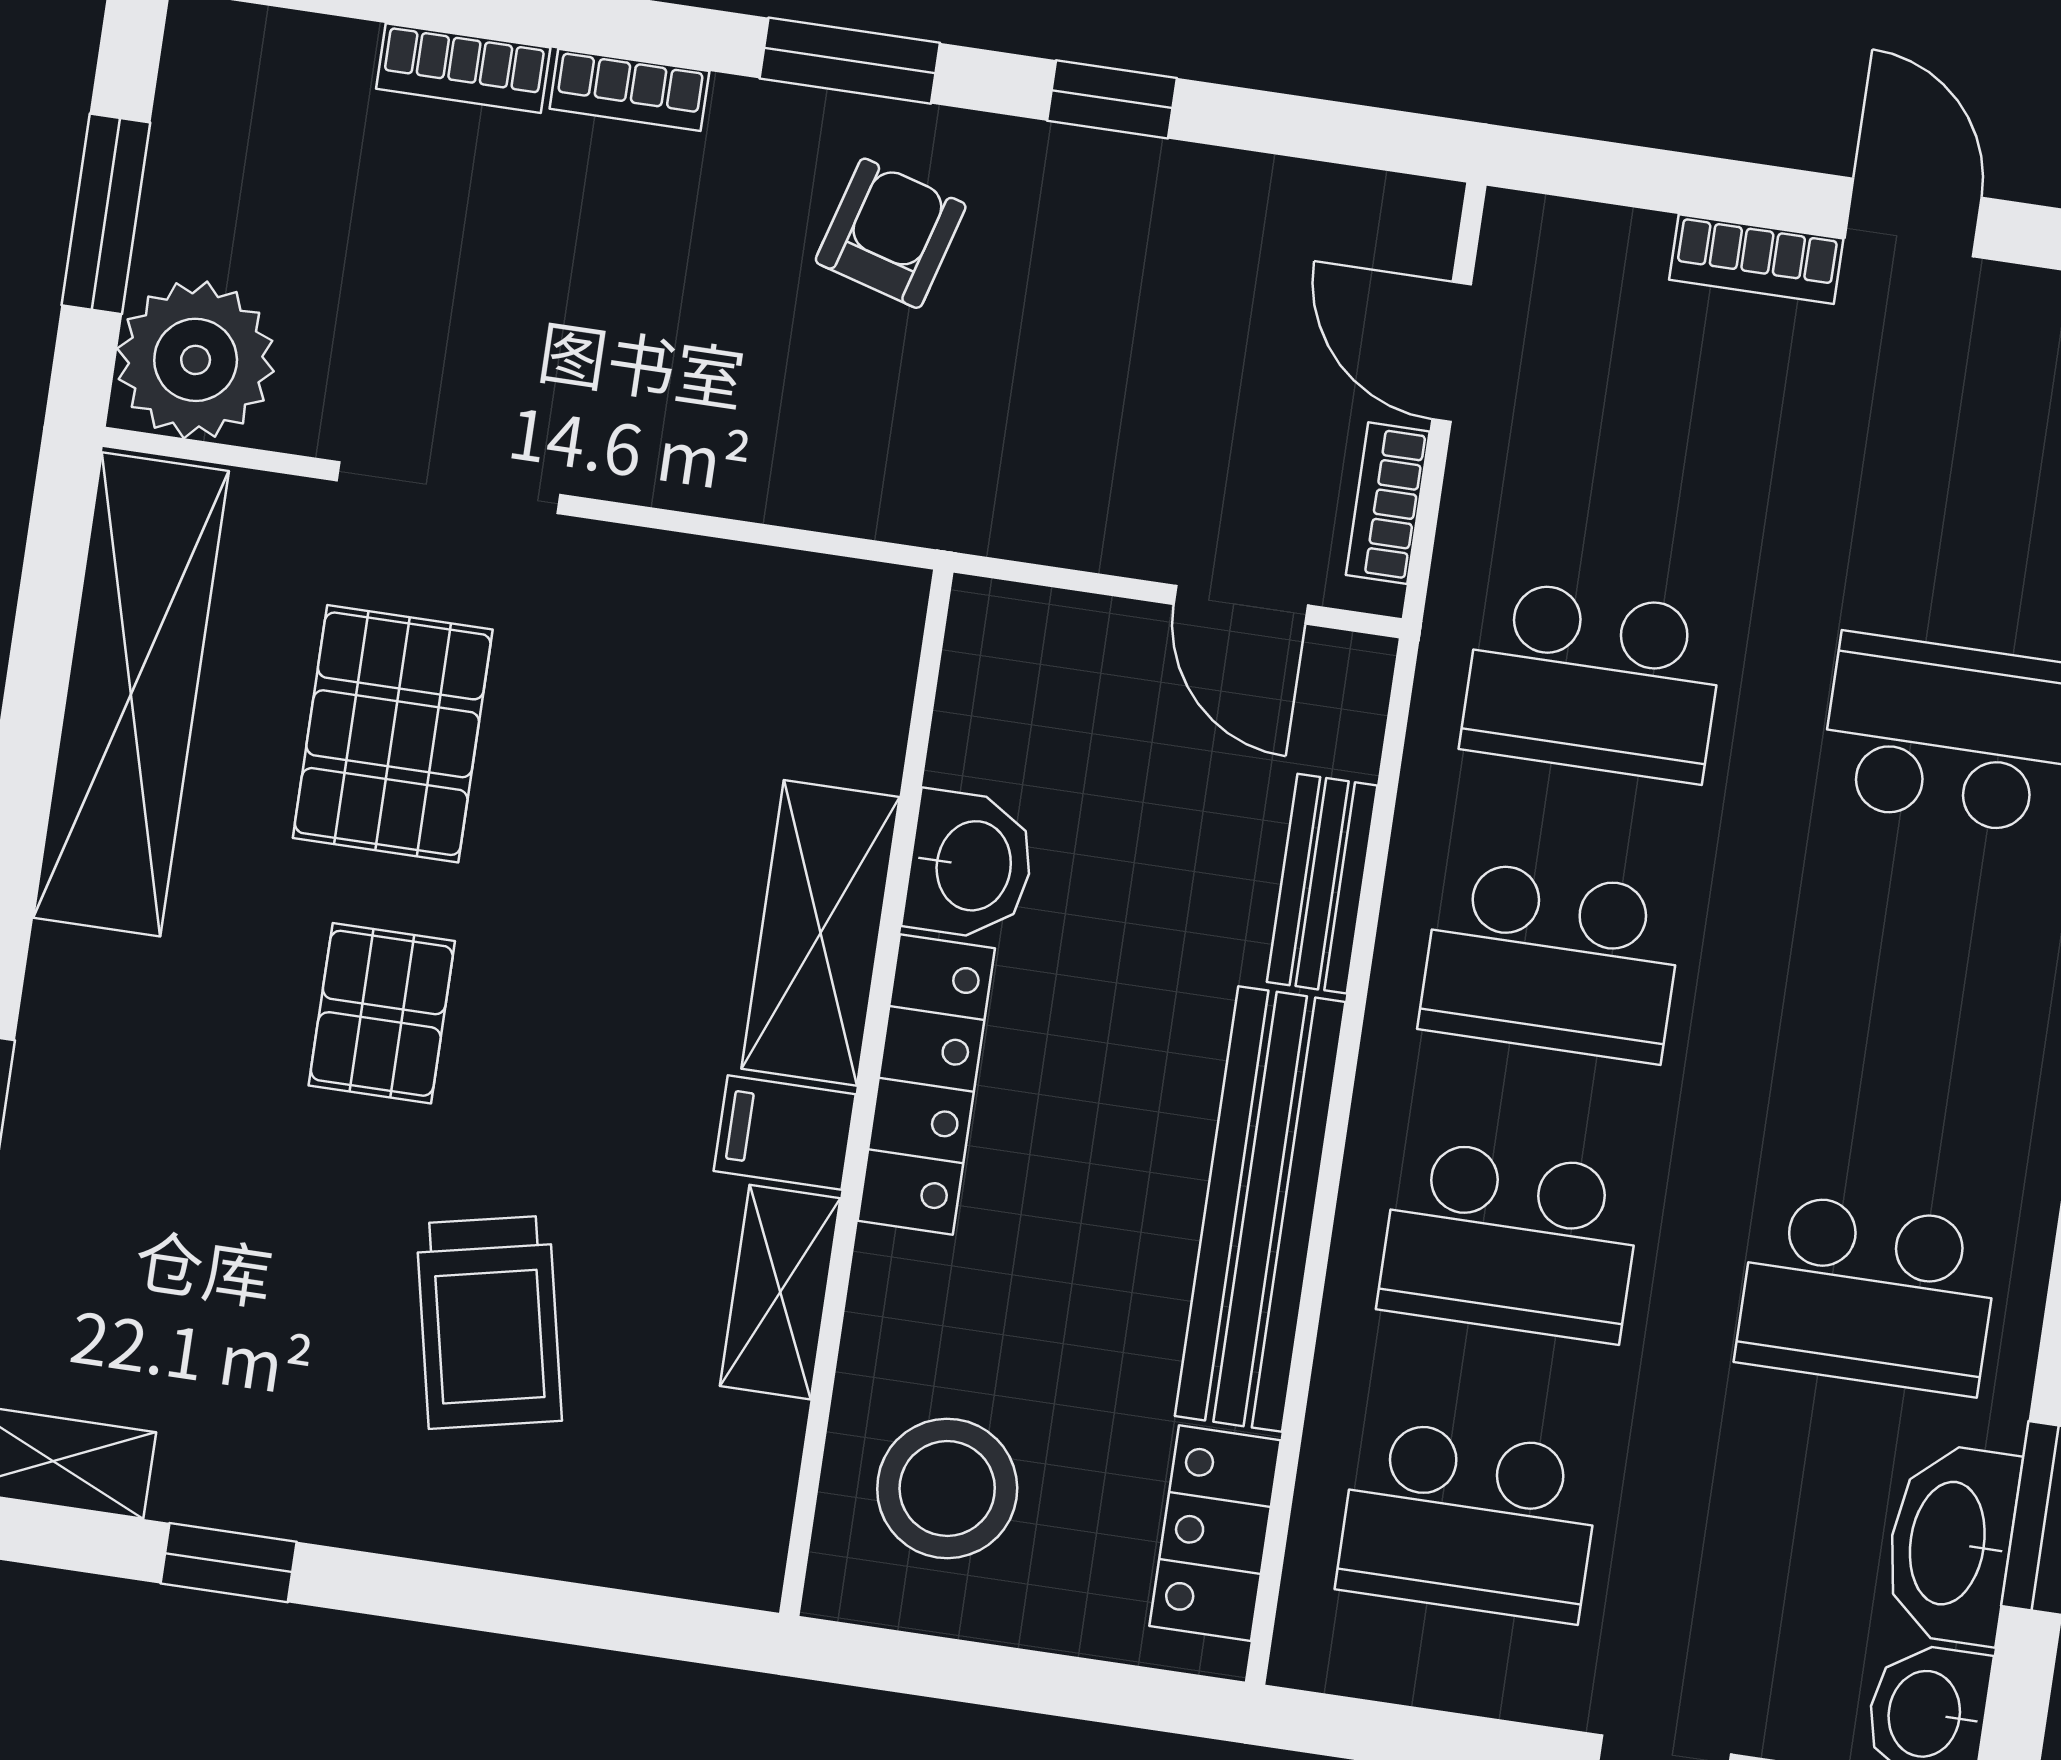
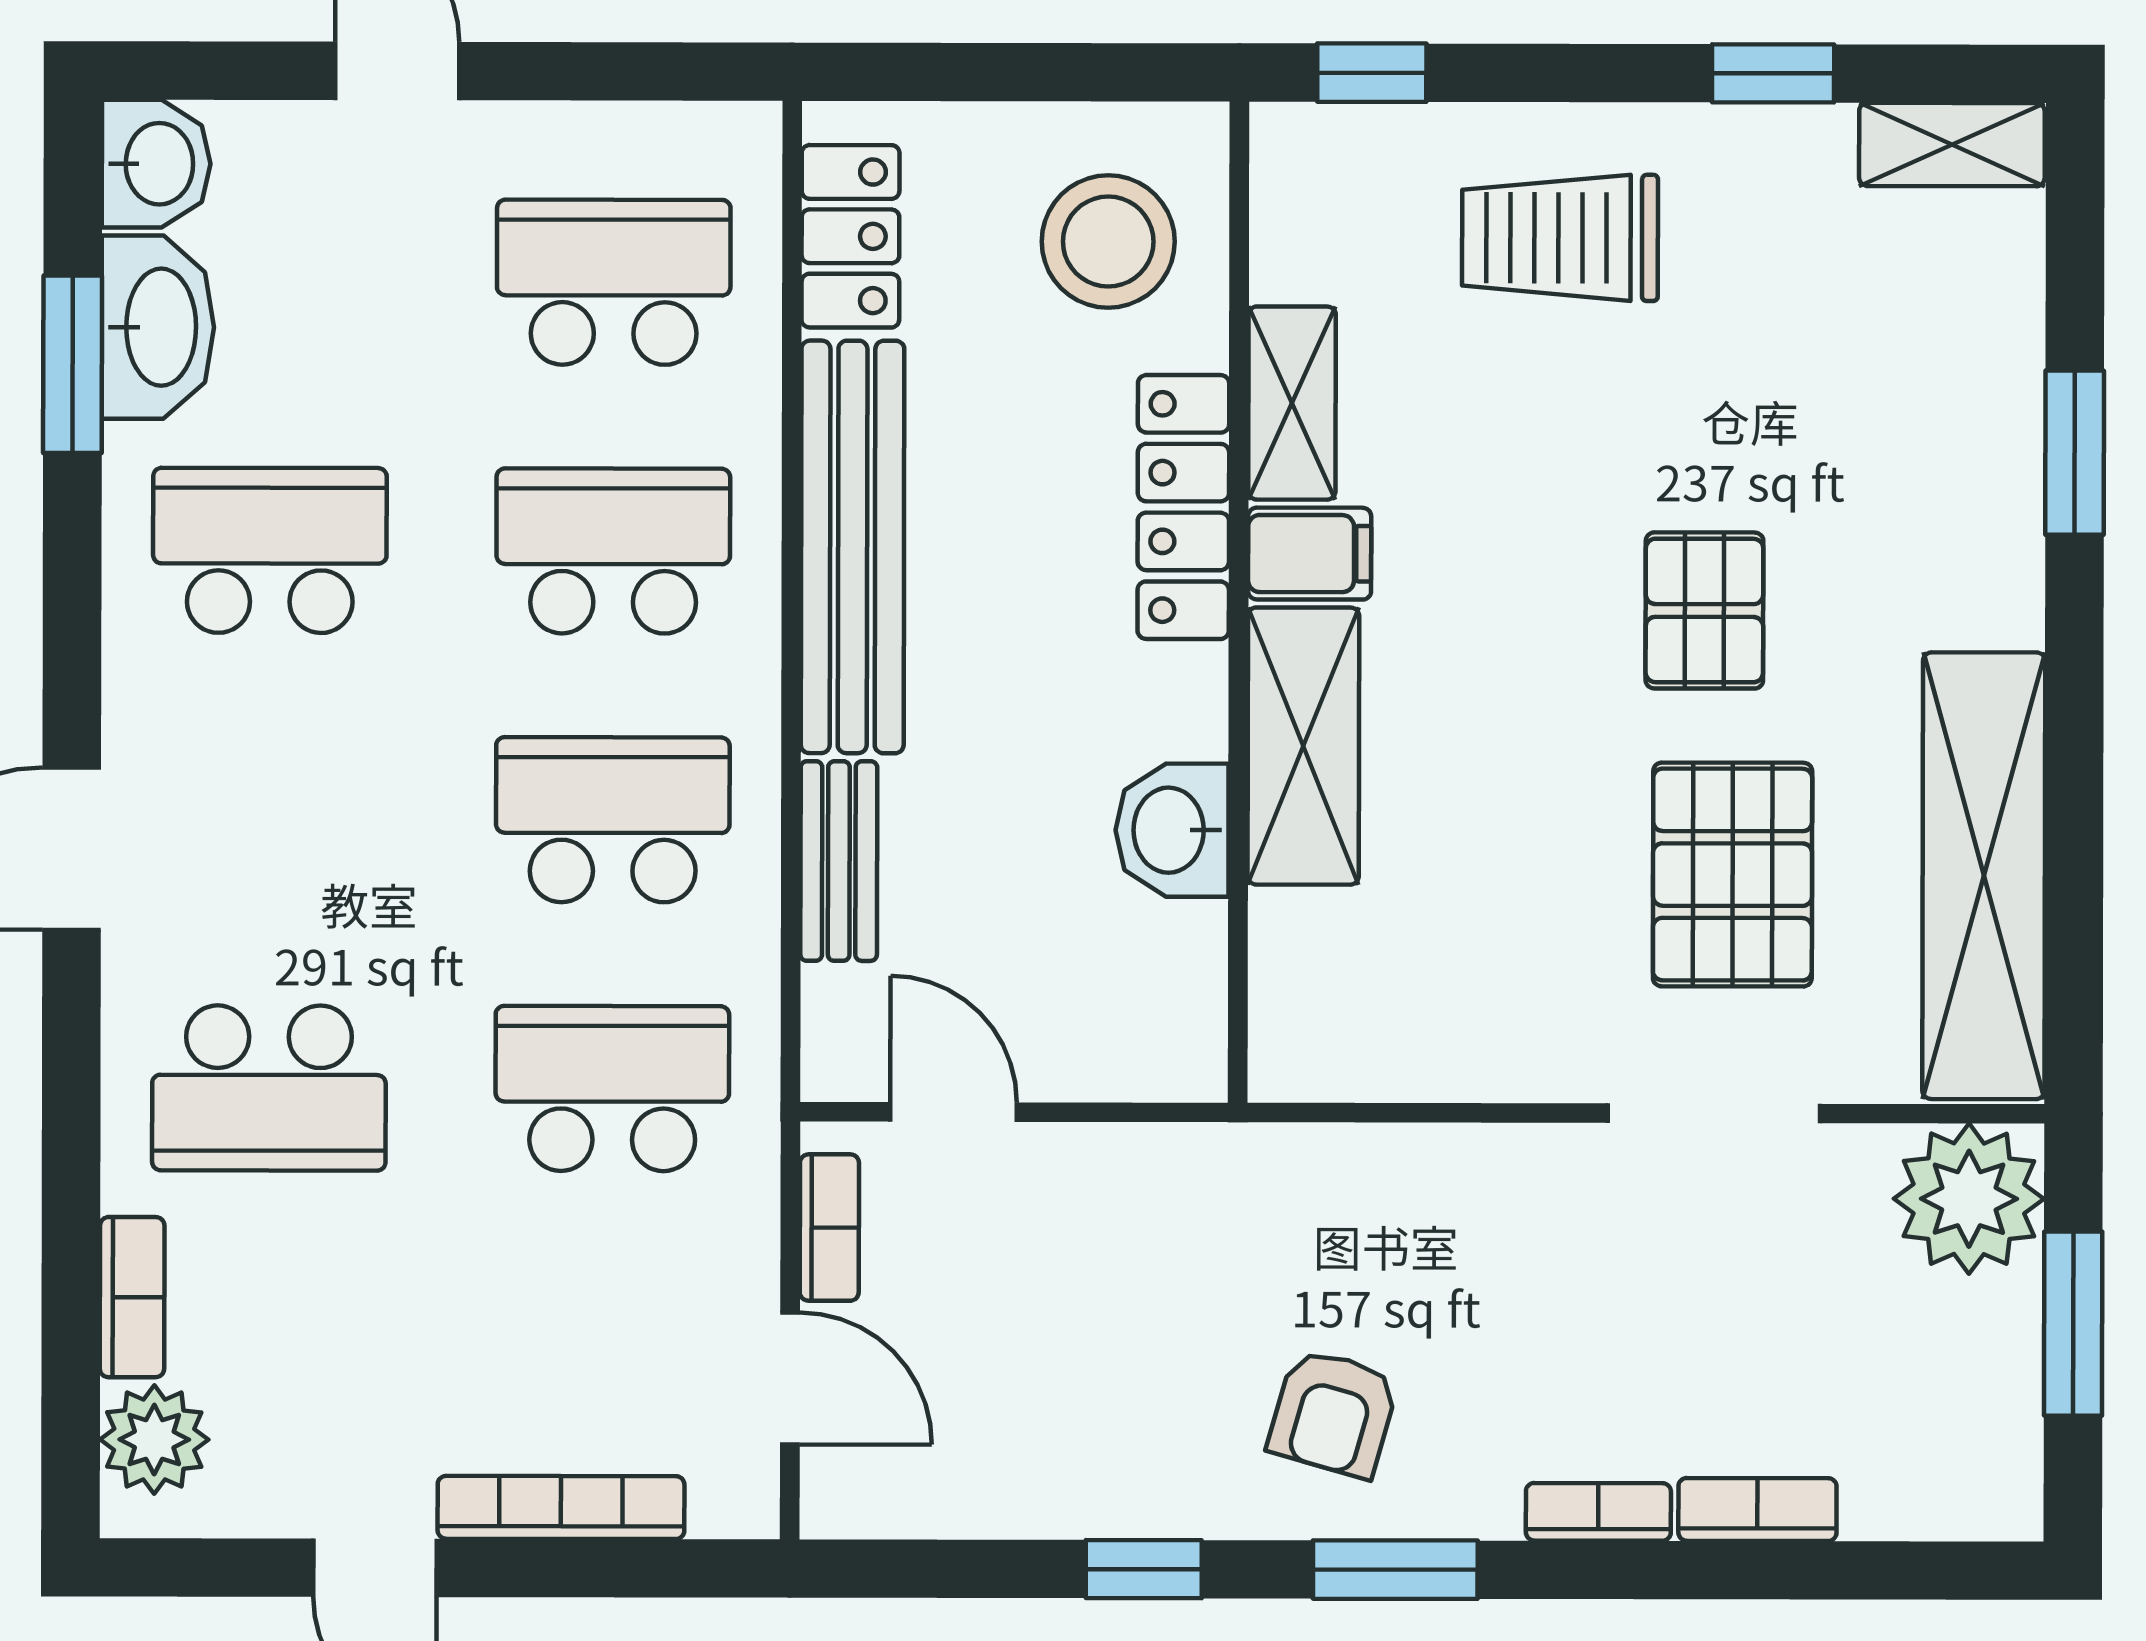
bookcase: (1756, 259) -> (561, 1507), width x1.56
locker: (926, 1085) -> (1183, 507), moved
trolley: (489, 1322) -> (1560, 238), moved, turned -78
window: (647, 1624) -> (1372, 73), added

